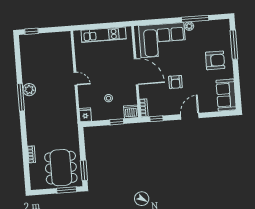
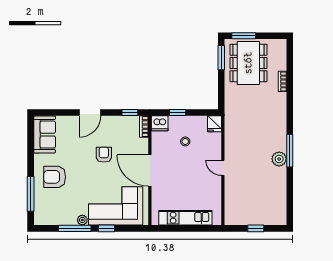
window: (169, 21) -> (107, 228), added
window: (32, 31) -> (256, 228), moved

